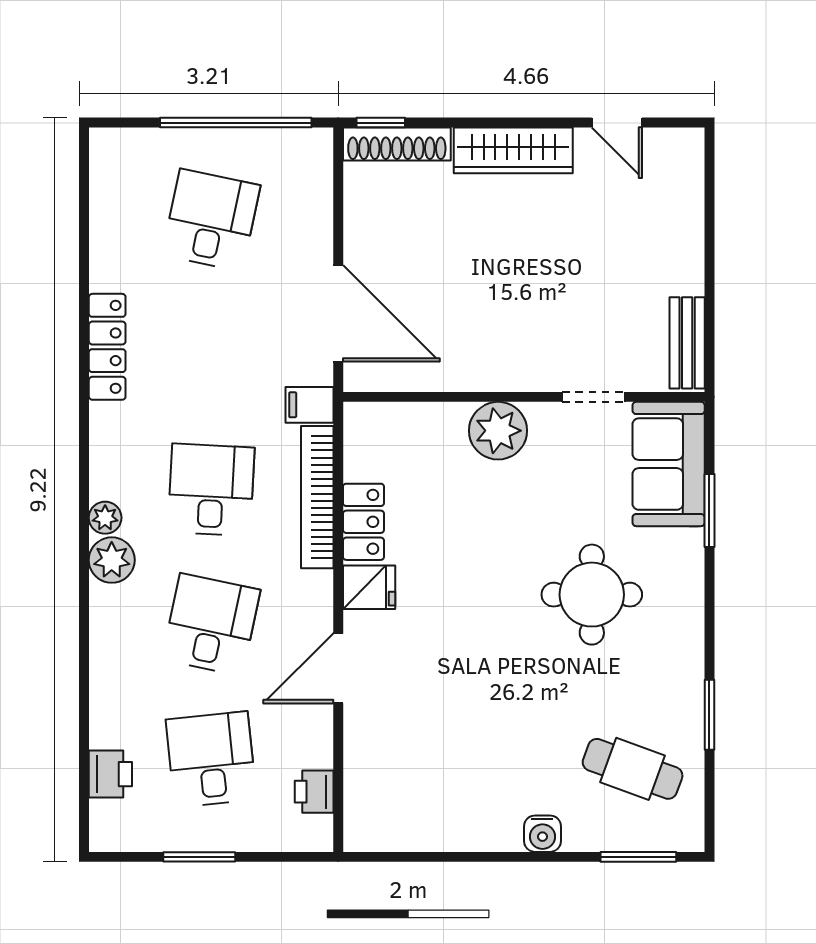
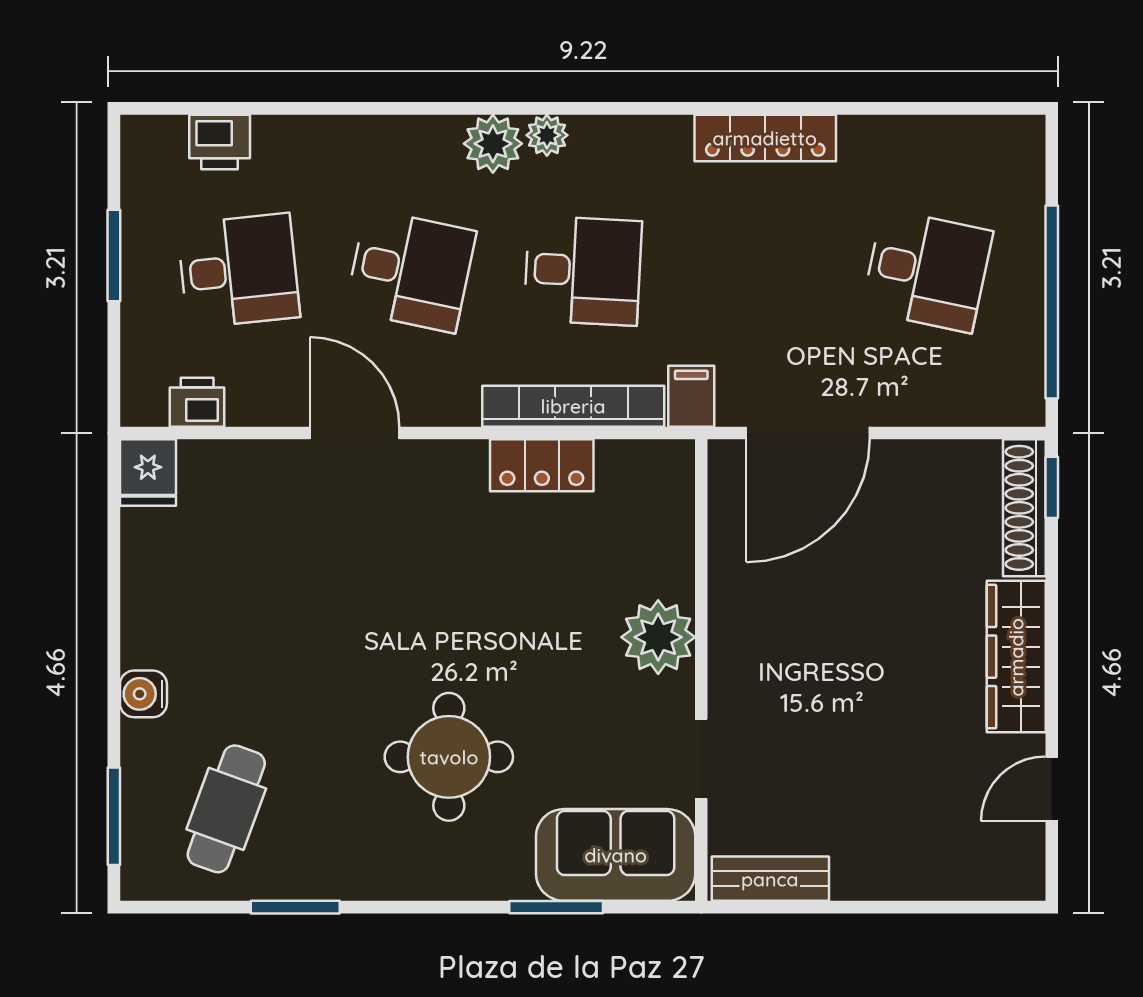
fridge: (369, 587) -> (148, 472), moved

